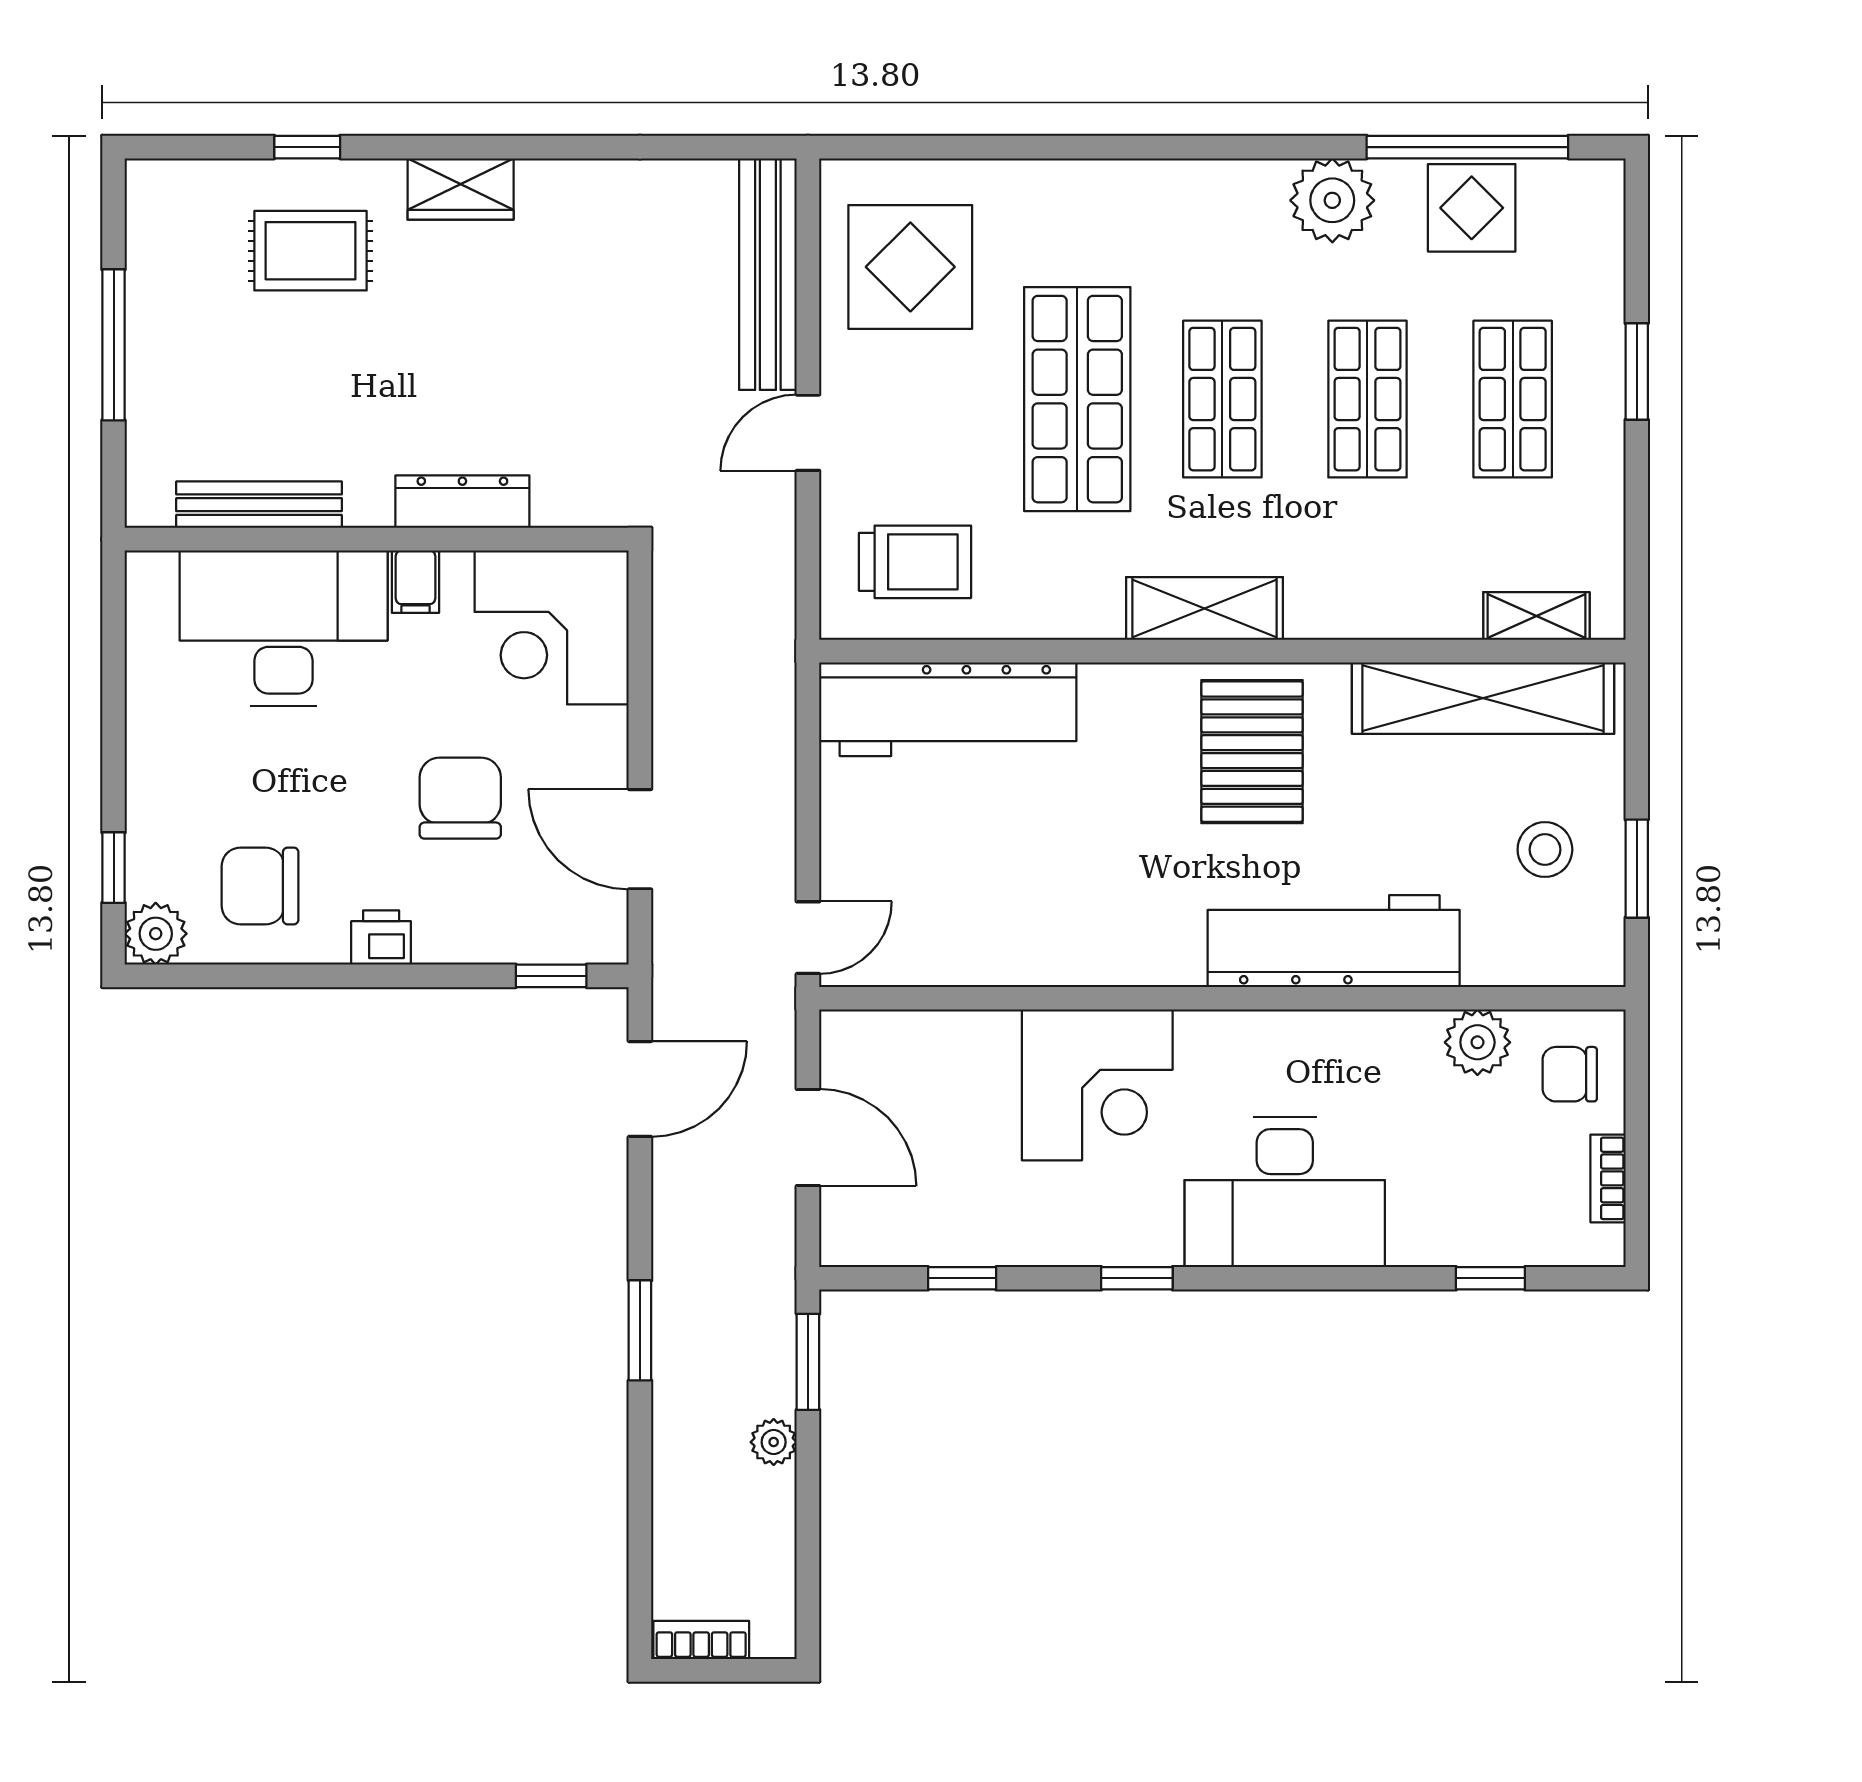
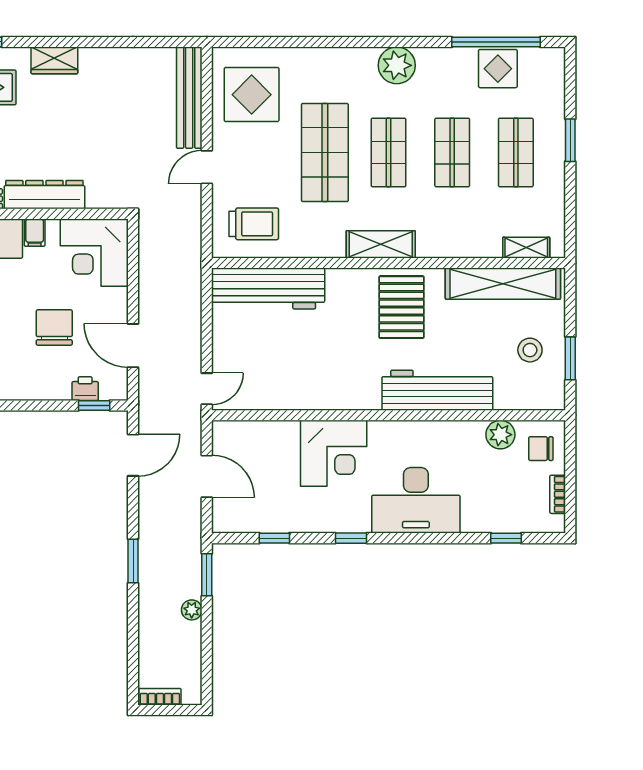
plant: (1332, 200) -> (397, 65), moved
dresser: (462, 502) -> (44, 195), width x1.37, depth x1.24
printer: (381, 938) -> (85, 389), moved

